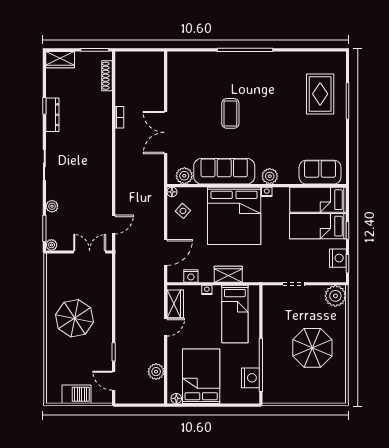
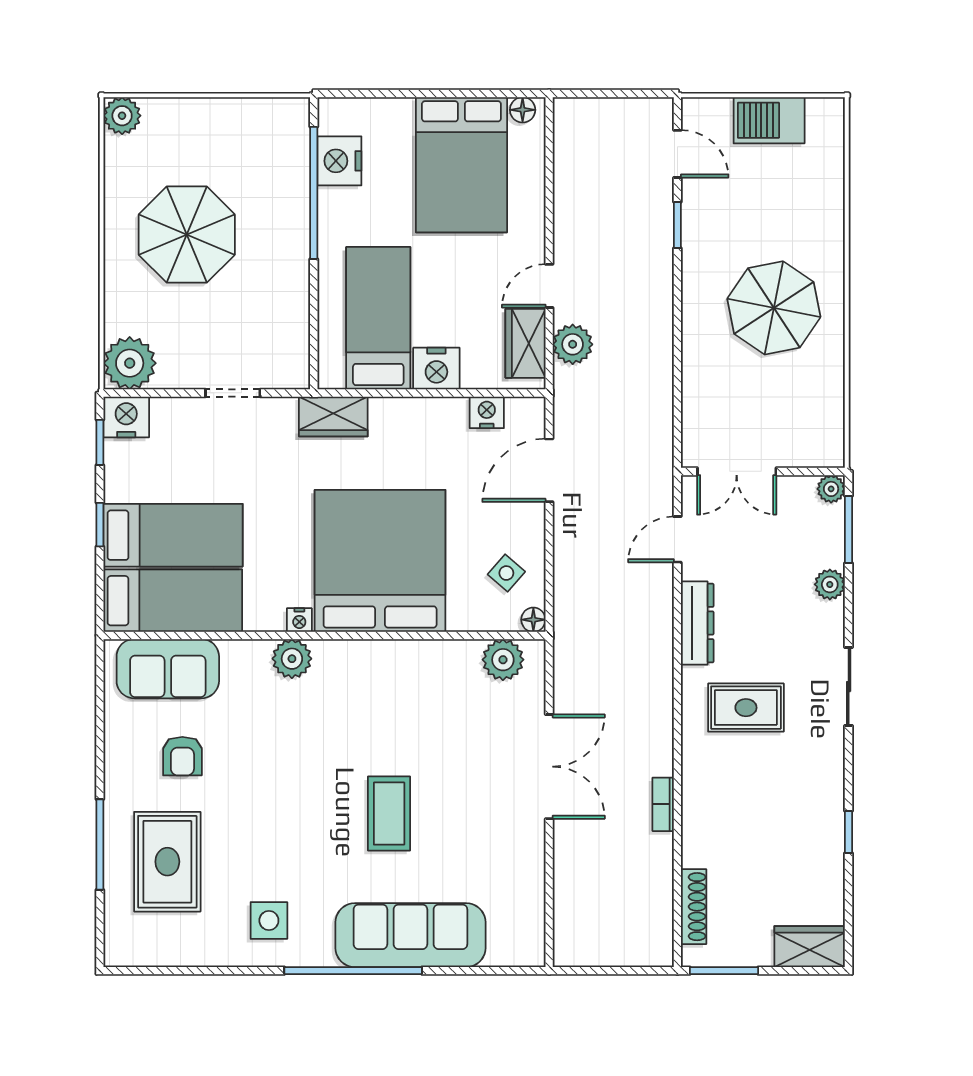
side table: (279, 70) -> (269, 920), added
dresser: (52, 115) -> (697, 623), moved, turned 180
armchair: (314, 137) -> (182, 756), added
rug: (86, 156) -> (746, 708), added
sofa: (224, 171) -> (410, 935), moved, turned 180
nightstand: (338, 258) -> (126, 417), moved, turned 90
wardrobe: (228, 274) -> (333, 416), moved
nightstand: (207, 290) -> (436, 369), width x1.89, depth x1.79
plant: (156, 372) -> (573, 344), moved
plant: (339, 396) -> (122, 116), added

